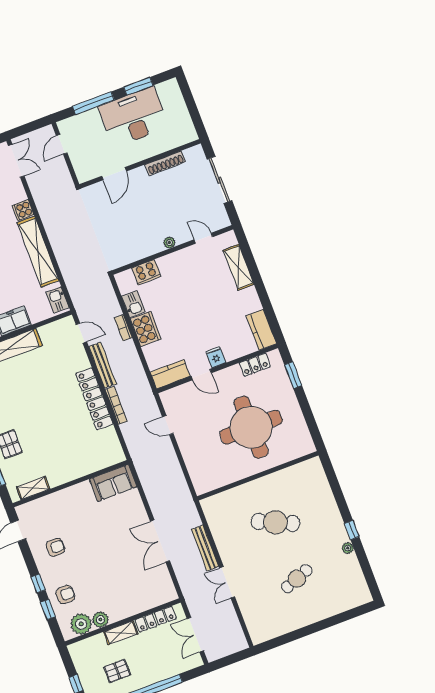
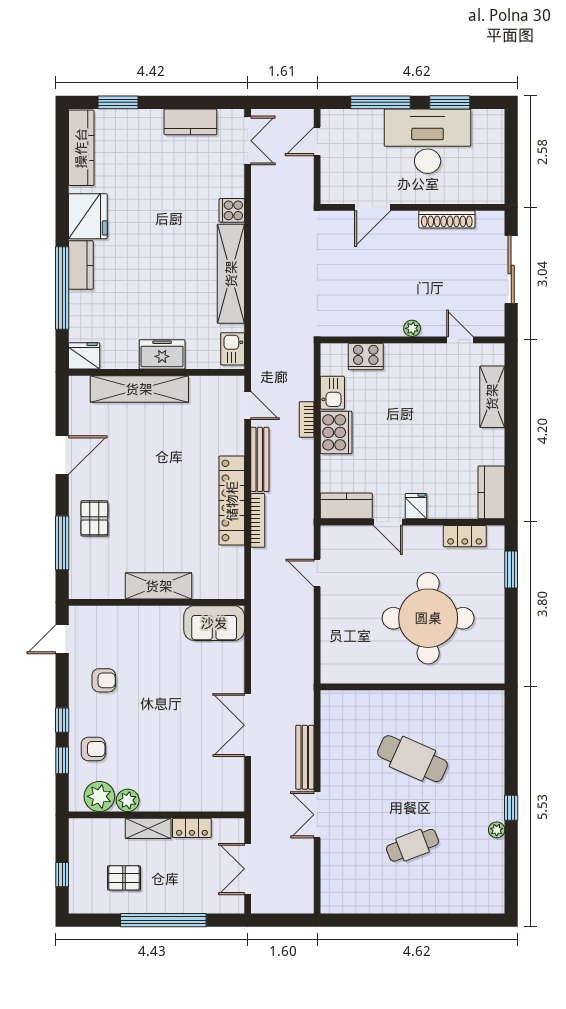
shelving: (33, 488) -> (159, 586), moved, width x1.50, depth x1.33
locker: (156, 619) -> (192, 828), width x0.66

